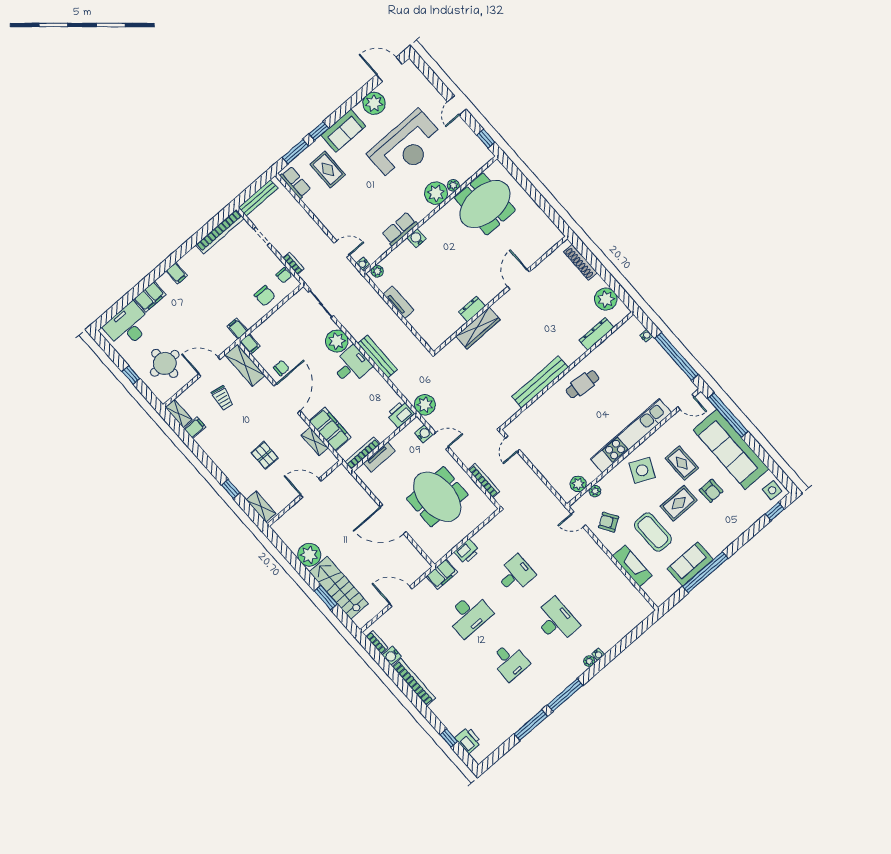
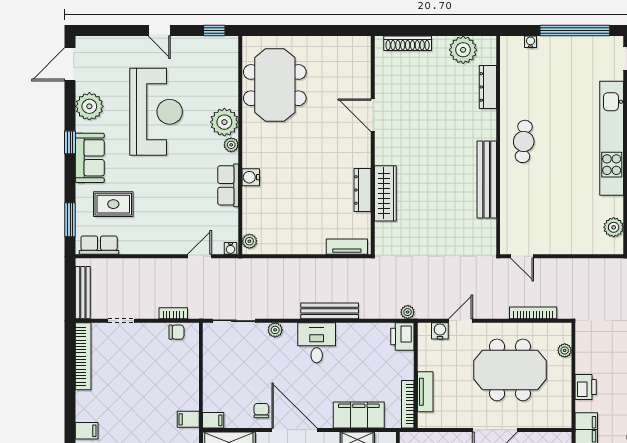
window: (319, 131) -> (70, 142), moved
plant: (453, 185) -> (231, 145), moved
chair: (265, 296) -> (180, 367), removed
tv unit: (399, 302) -> (347, 247), moved
dresser: (472, 309) -> (363, 190), width x1.44
plant: (337, 341) -> (275, 330), width x0.53, depth x0.53
plant: (425, 405) -> (408, 312), width x0.53, depth x0.53
plant: (478, 519) -> (565, 350), added

